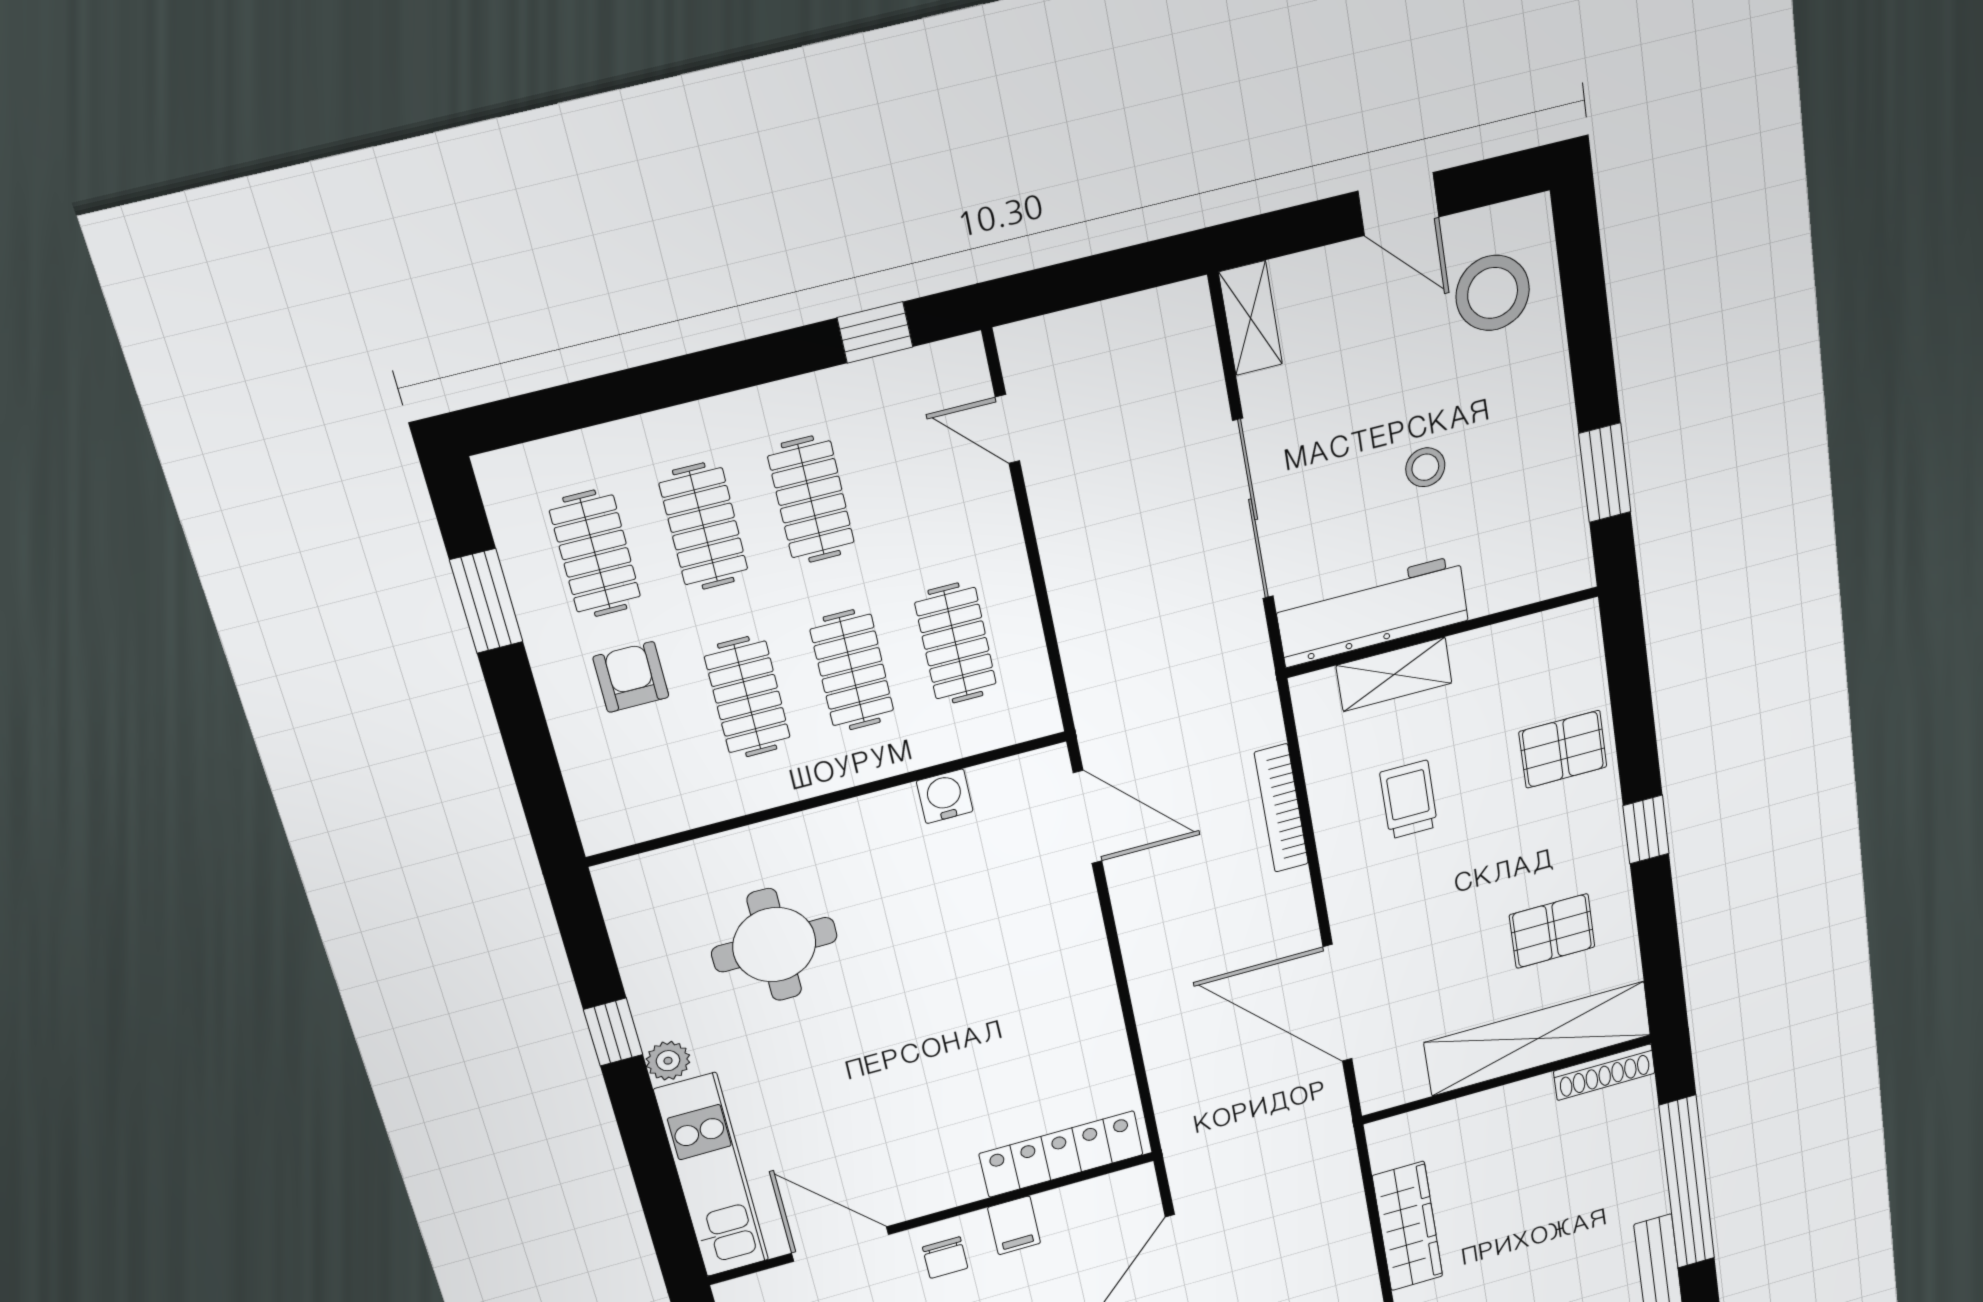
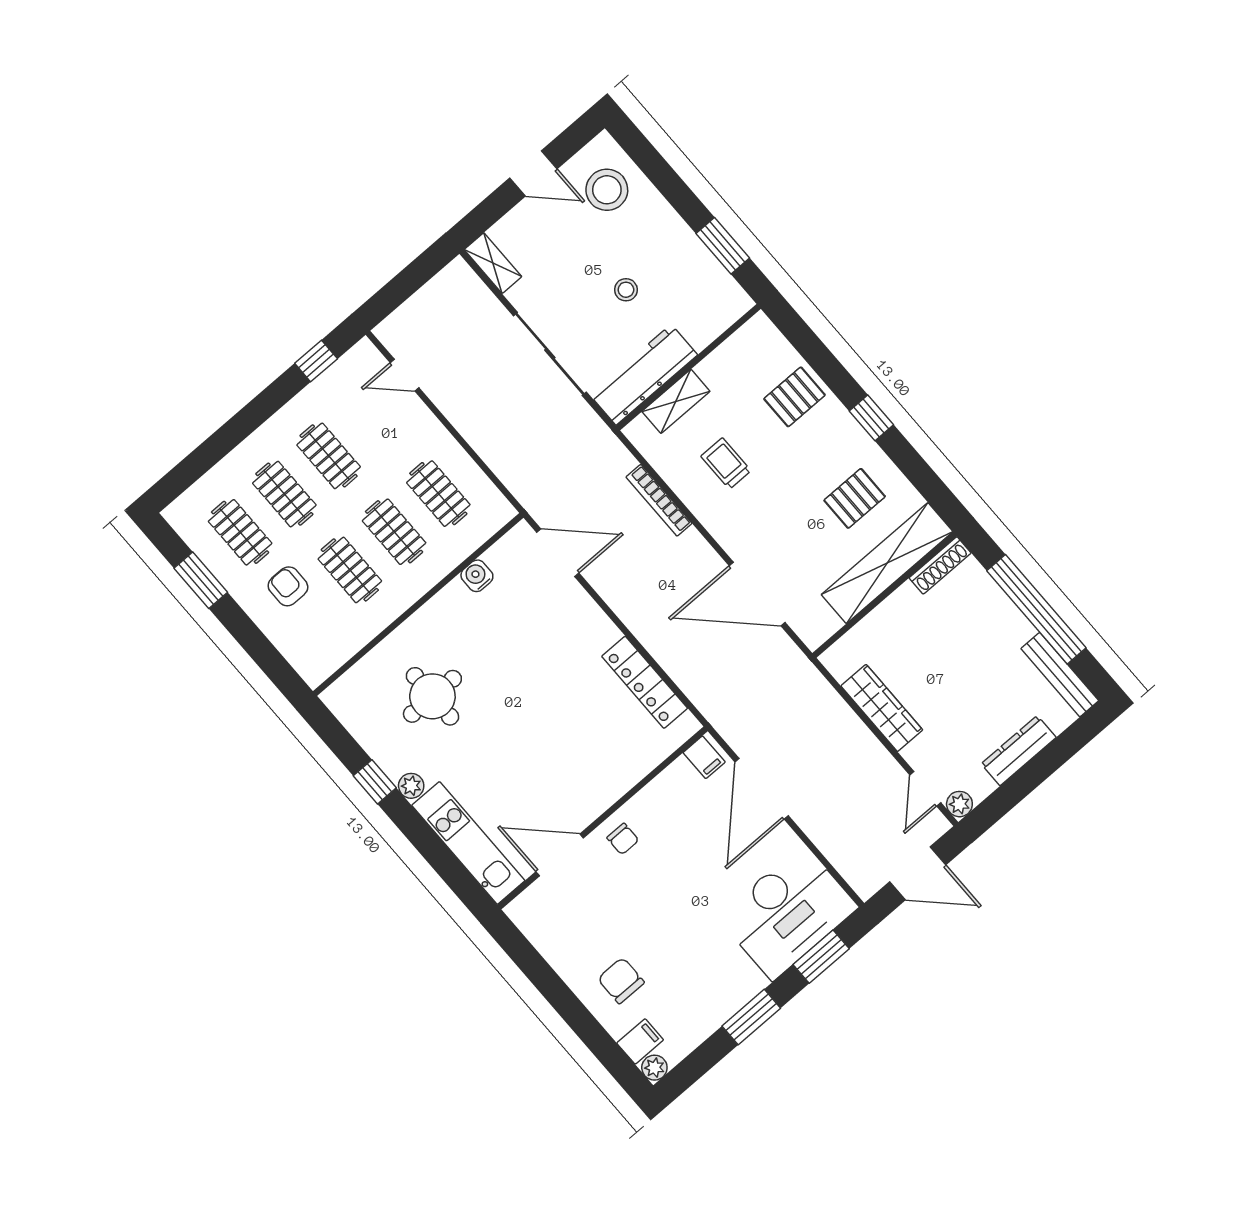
locker: (1061, 1154) -> (645, 682), moved, turned -90
filing cabinet: (1014, 1225) -> (704, 757), moved

